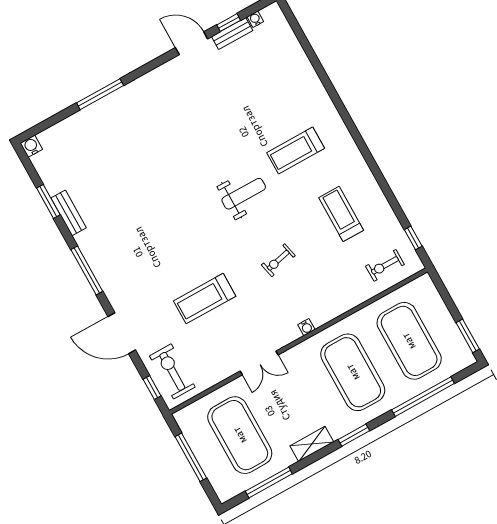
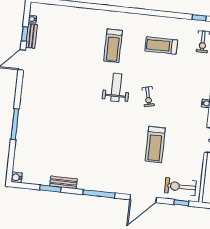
exercise bike: (278, 260) -> (148, 97), moved

